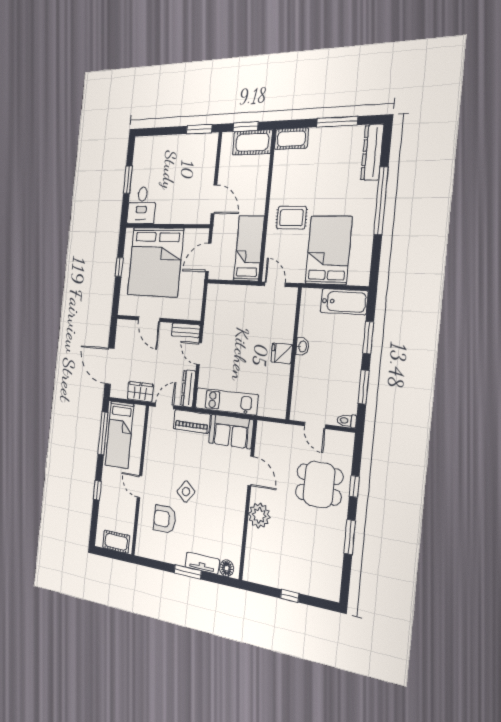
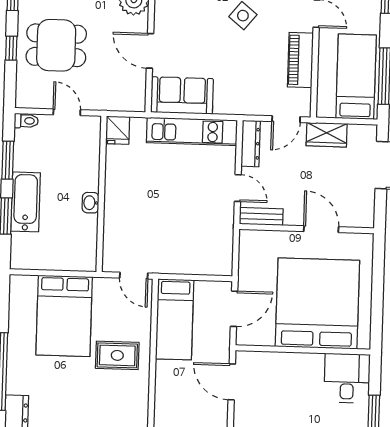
window: (119, 267) -> (377, 297), removed
bathtub: (344, 302) -> (26, 202), moved, turned 90
fridge: (282, 353) -> (118, 130), moved, turned 90
piano: (192, 421) -> (300, 60), moved, turned -90

